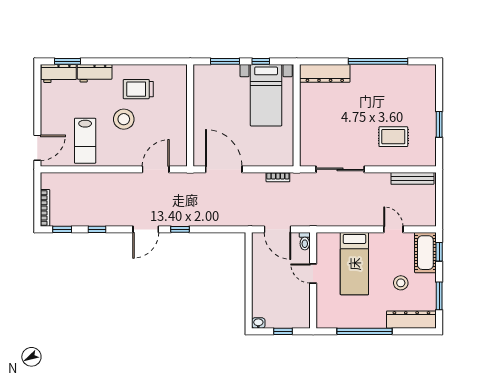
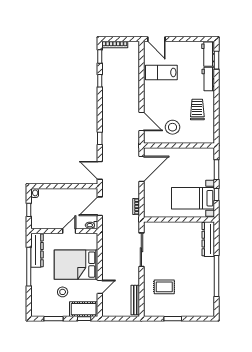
stool: (124, 119) -> (173, 127), moved
rug: (393, 137) -> (164, 287), turned 90
door: (146, 229) -> (100, 170), moved
bed: (354, 264) -> (76, 265), width x1.50
dresser: (411, 320) -> (37, 250), moved

